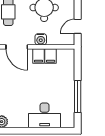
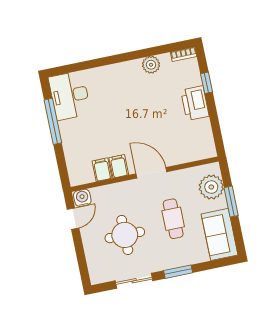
water cooler: (41, 39) -> (82, 198), moved
desk: (45, 115) -> (70, 96), moved, turned -90

